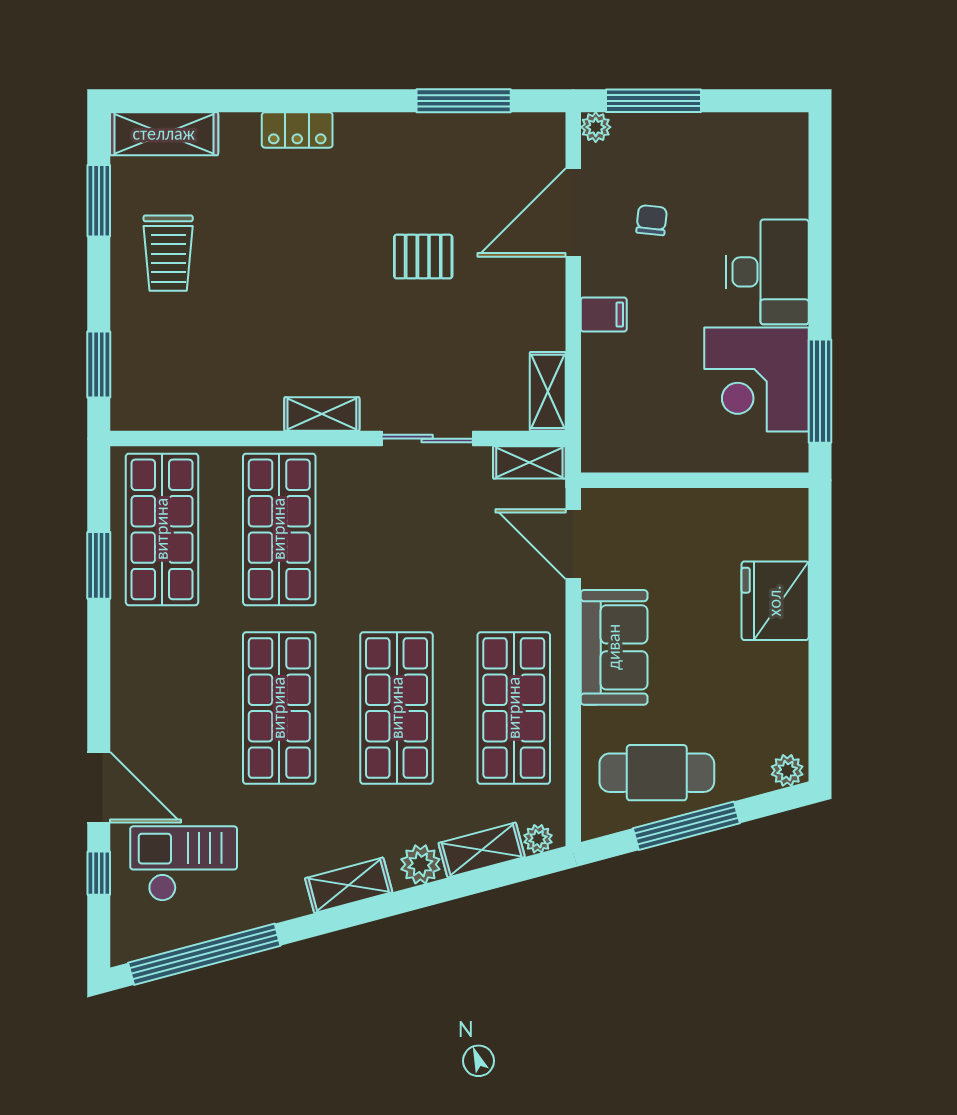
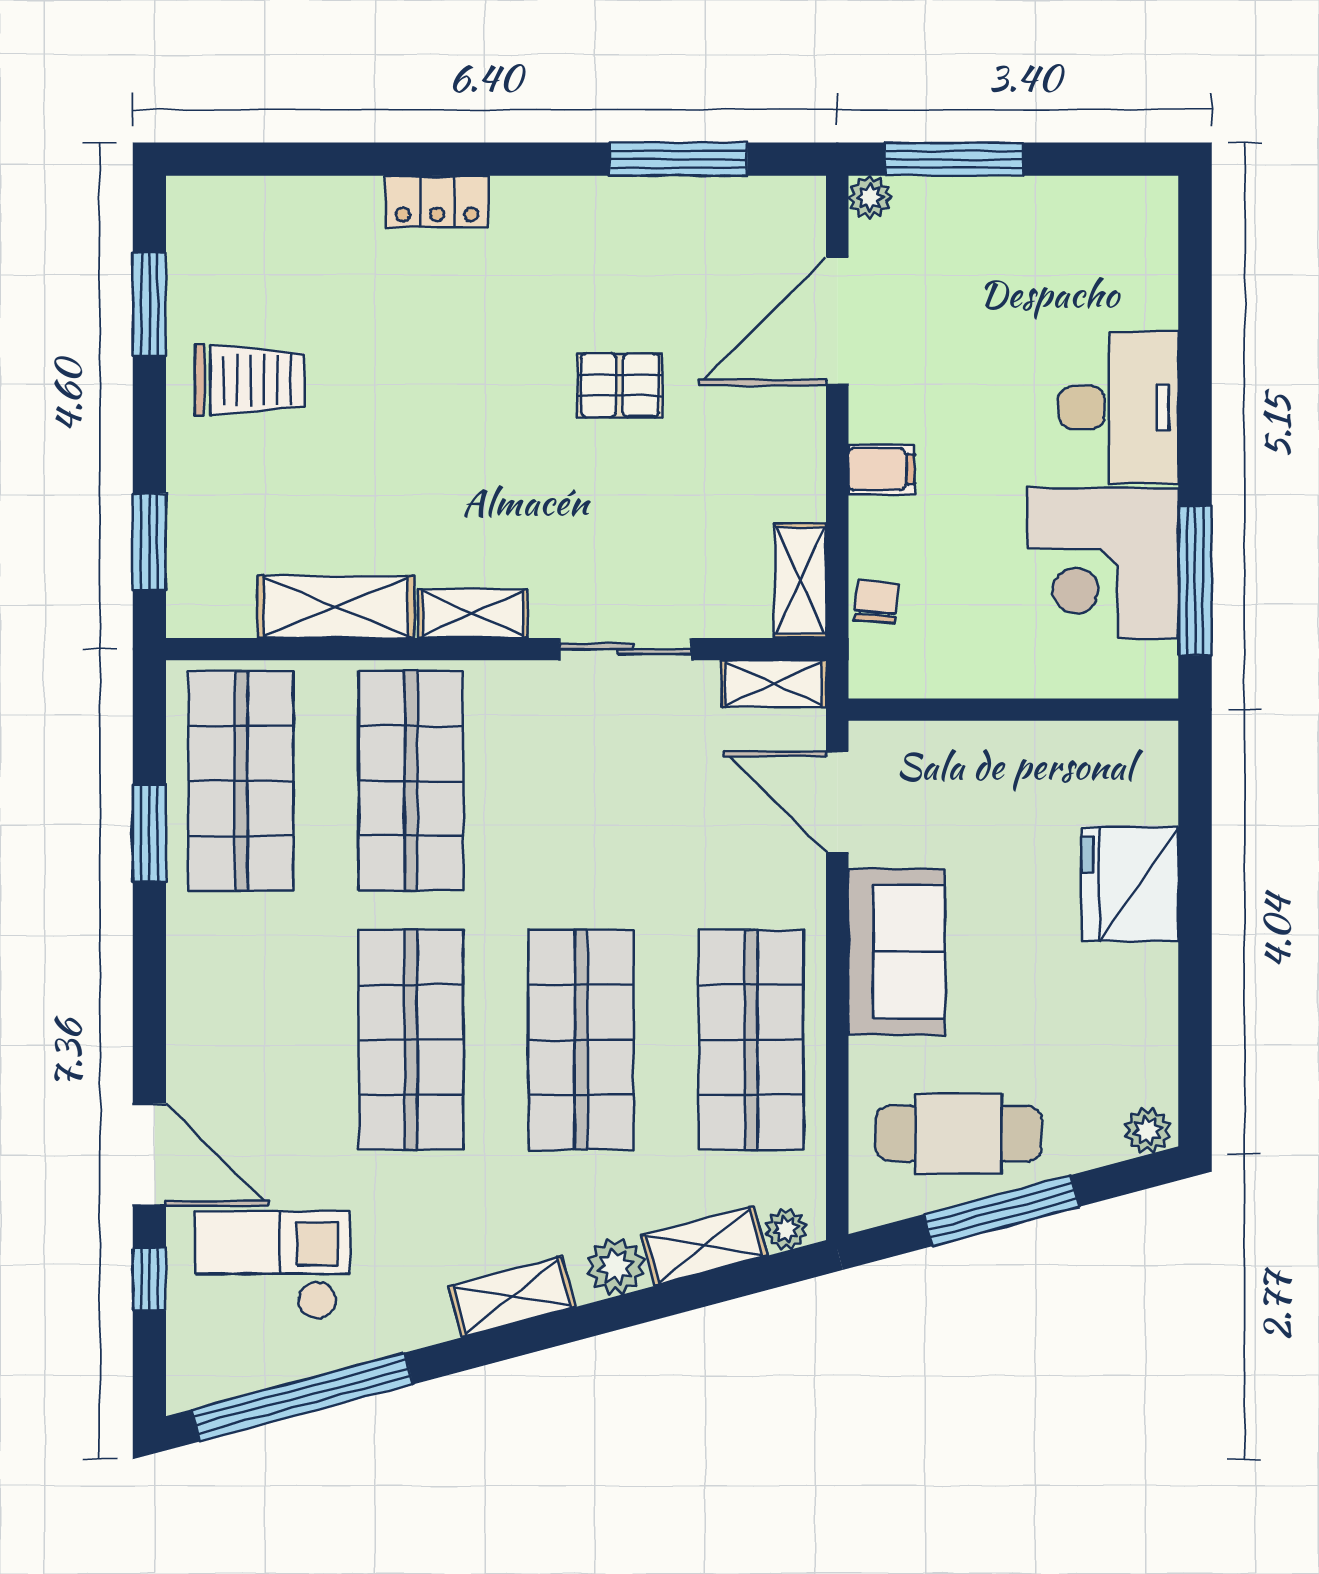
shelving: (164, 134) -> (336, 607), moved
chair: (652, 220) -> (876, 602), moved
trolley: (168, 253) -> (250, 380), turned -90

